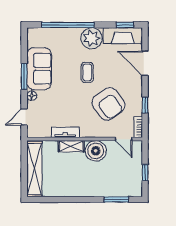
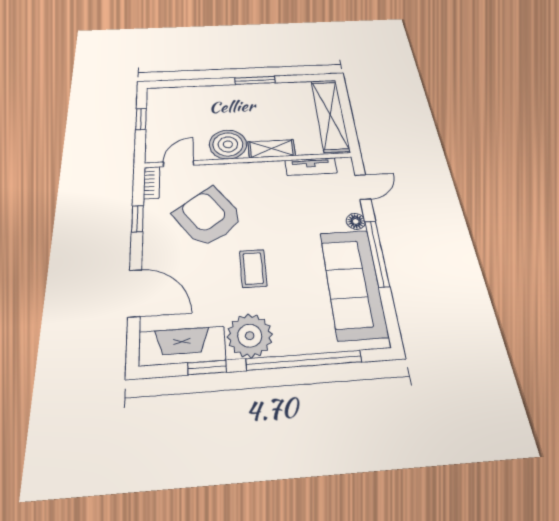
window: (125, 25) -> (207, 367), moved
sofa: (39, 69) -> (353, 283), width x1.36
window: (24, 76) -> (377, 253), width x1.44
tv unit: (65, 132) -> (311, 167), moved
door: (124, 139) -> (178, 164), hinge flipped
window: (116, 199) -> (255, 80), moved

